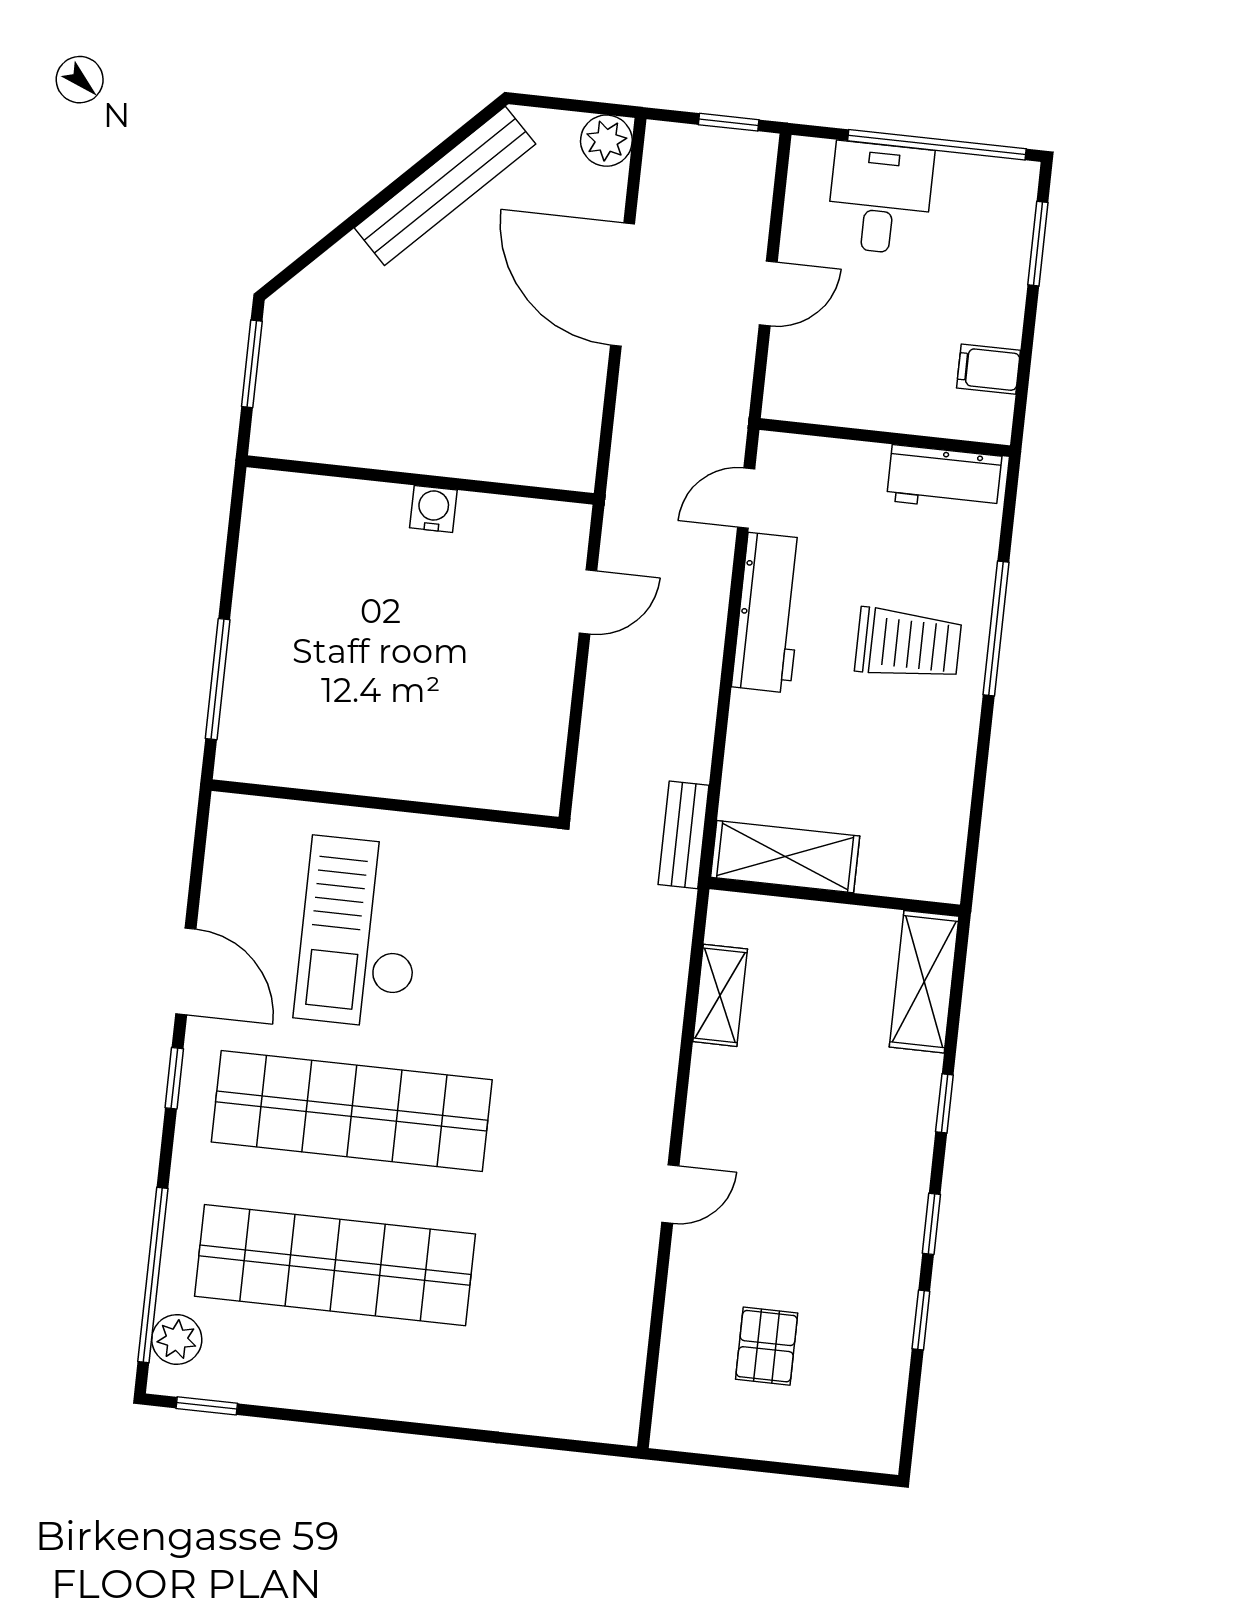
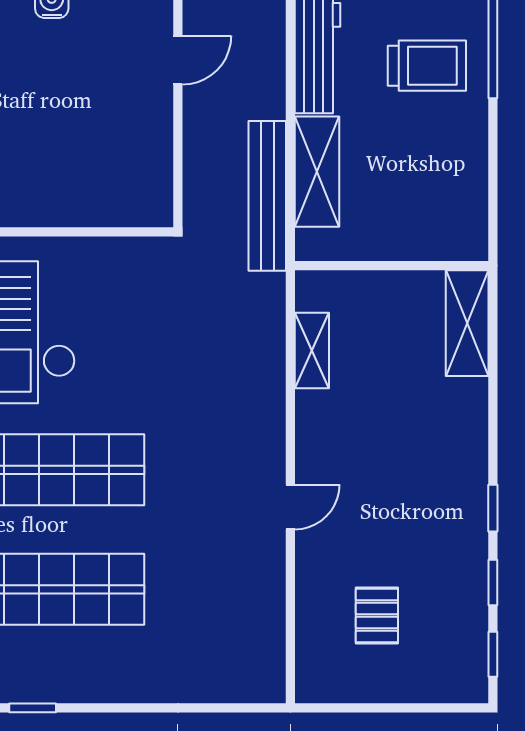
bench: (684, 835) -> (267, 196), width x1.86, depth x1.21
shelving: (785, 857) -> (317, 172), moved, turned 90
window: (944, 1103) -> (493, 654), moved
window: (310, 1417) -> (33, 708), added

